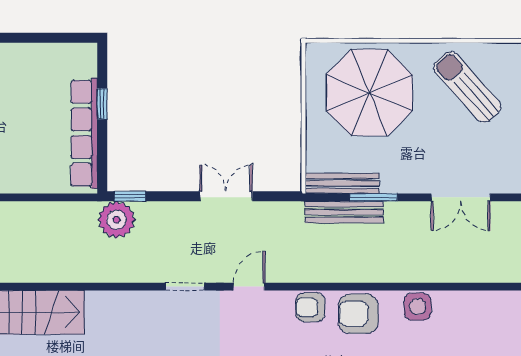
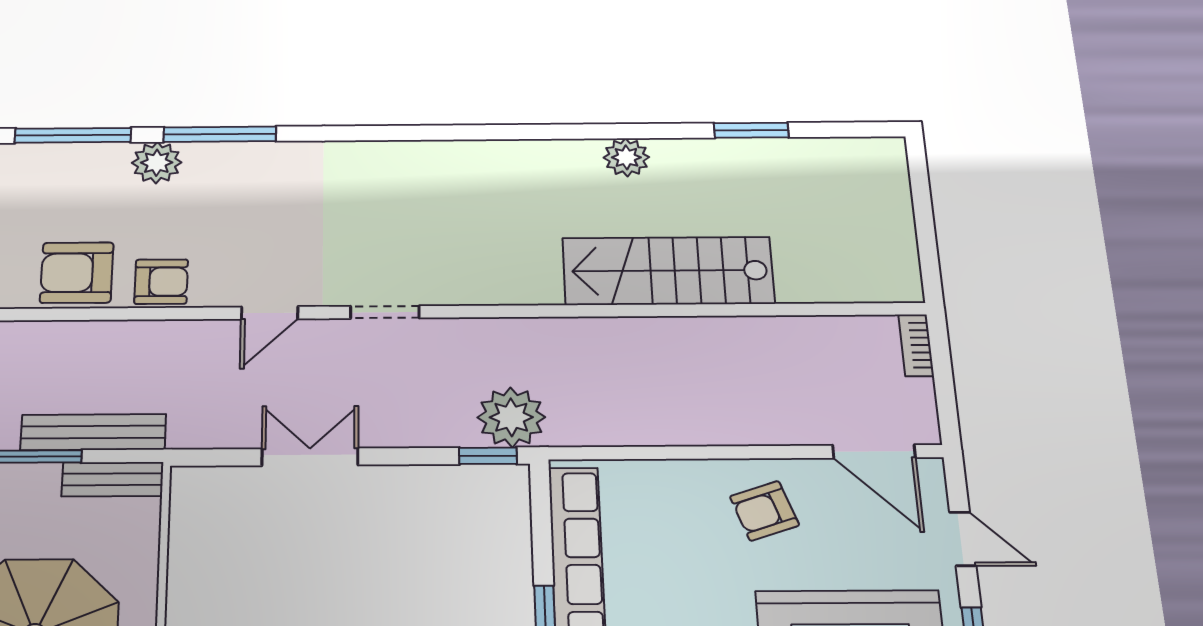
bench: (342, 183) -> (113, 479), width x0.73
double door: (226, 196) -> (310, 457), swing flipped
armchair: (358, 314) -> (77, 273), turned 180

